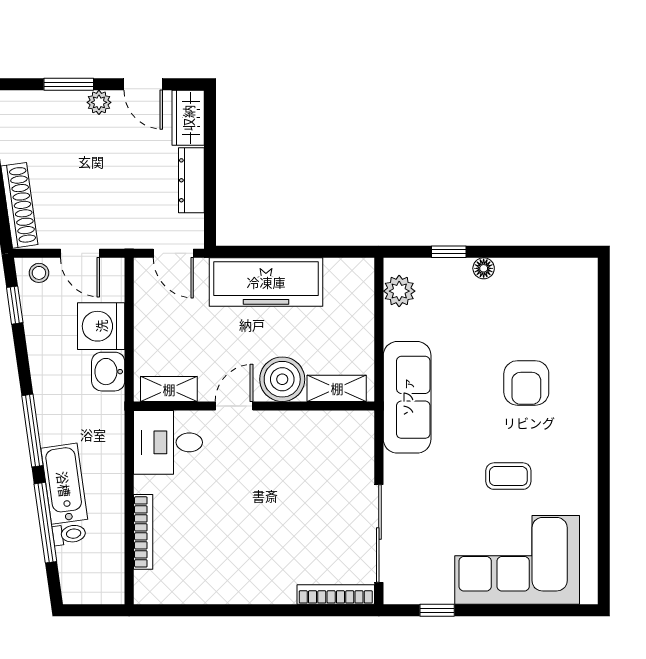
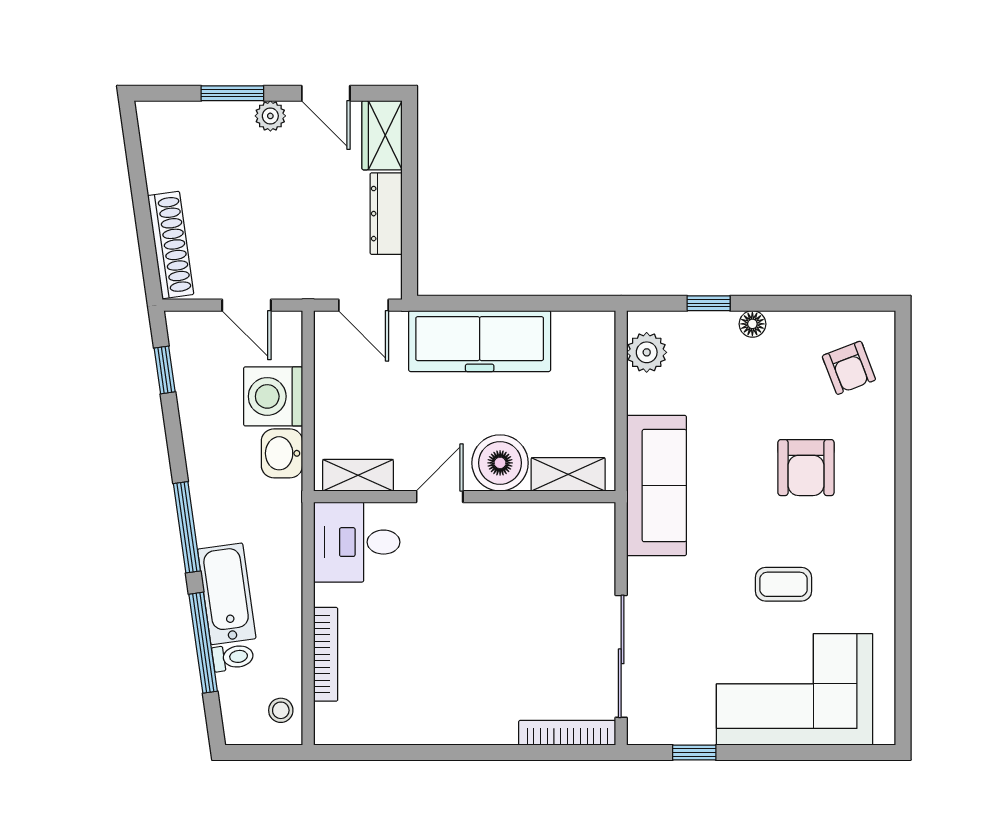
stool: (39, 273) -> (281, 710), moved
armchair: (561, 303) -> (849, 368), added

